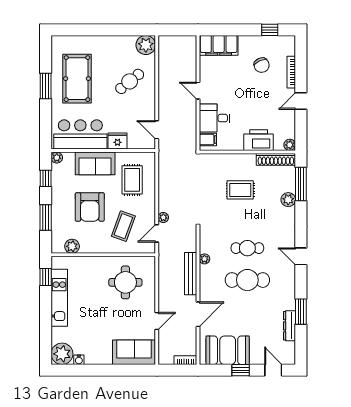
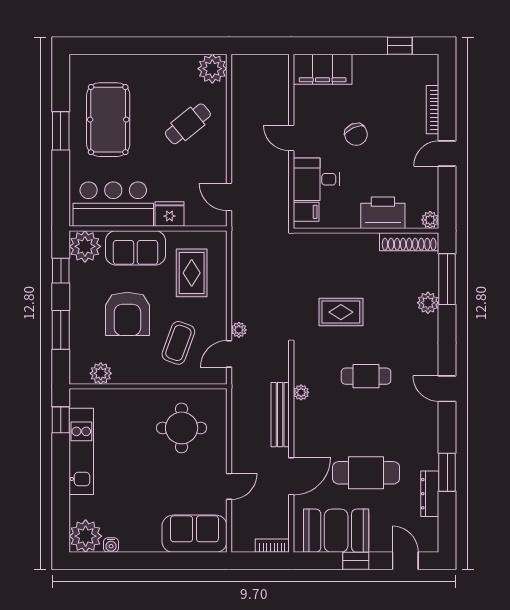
chair: (262, 65) -> (356, 134), moved
plant: (57, 158) -> (85, 246), width x1.87, depth x1.87
rug: (240, 190) -> (341, 312), moved
cafe table: (247, 280) -> (366, 473), moved

